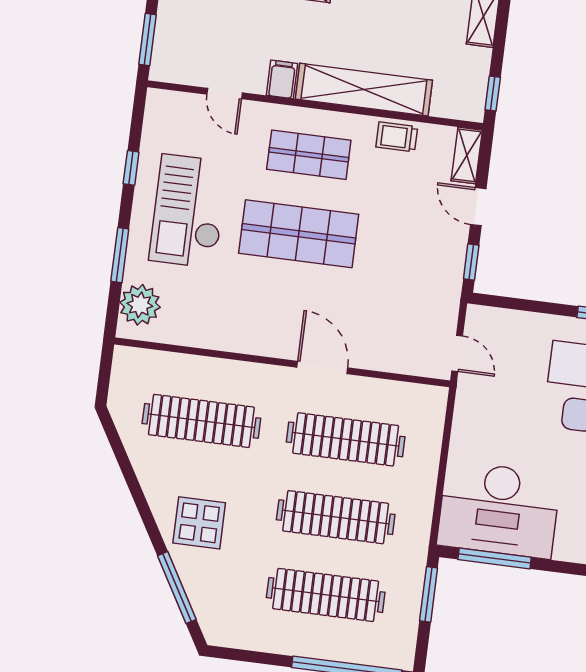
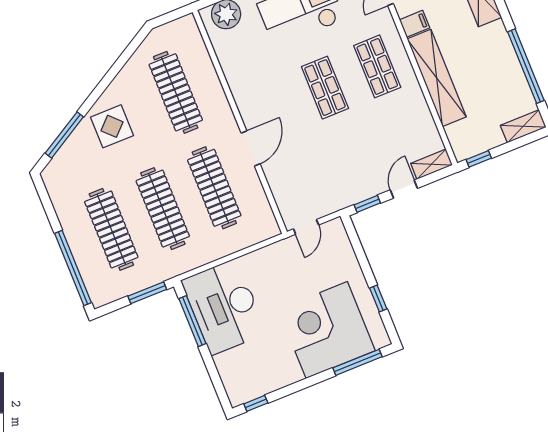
trolley: (397, 137) -> (419, 115), removed
shop shelf: (299, 234) -> (325, 88), width x0.70, depth x0.74

